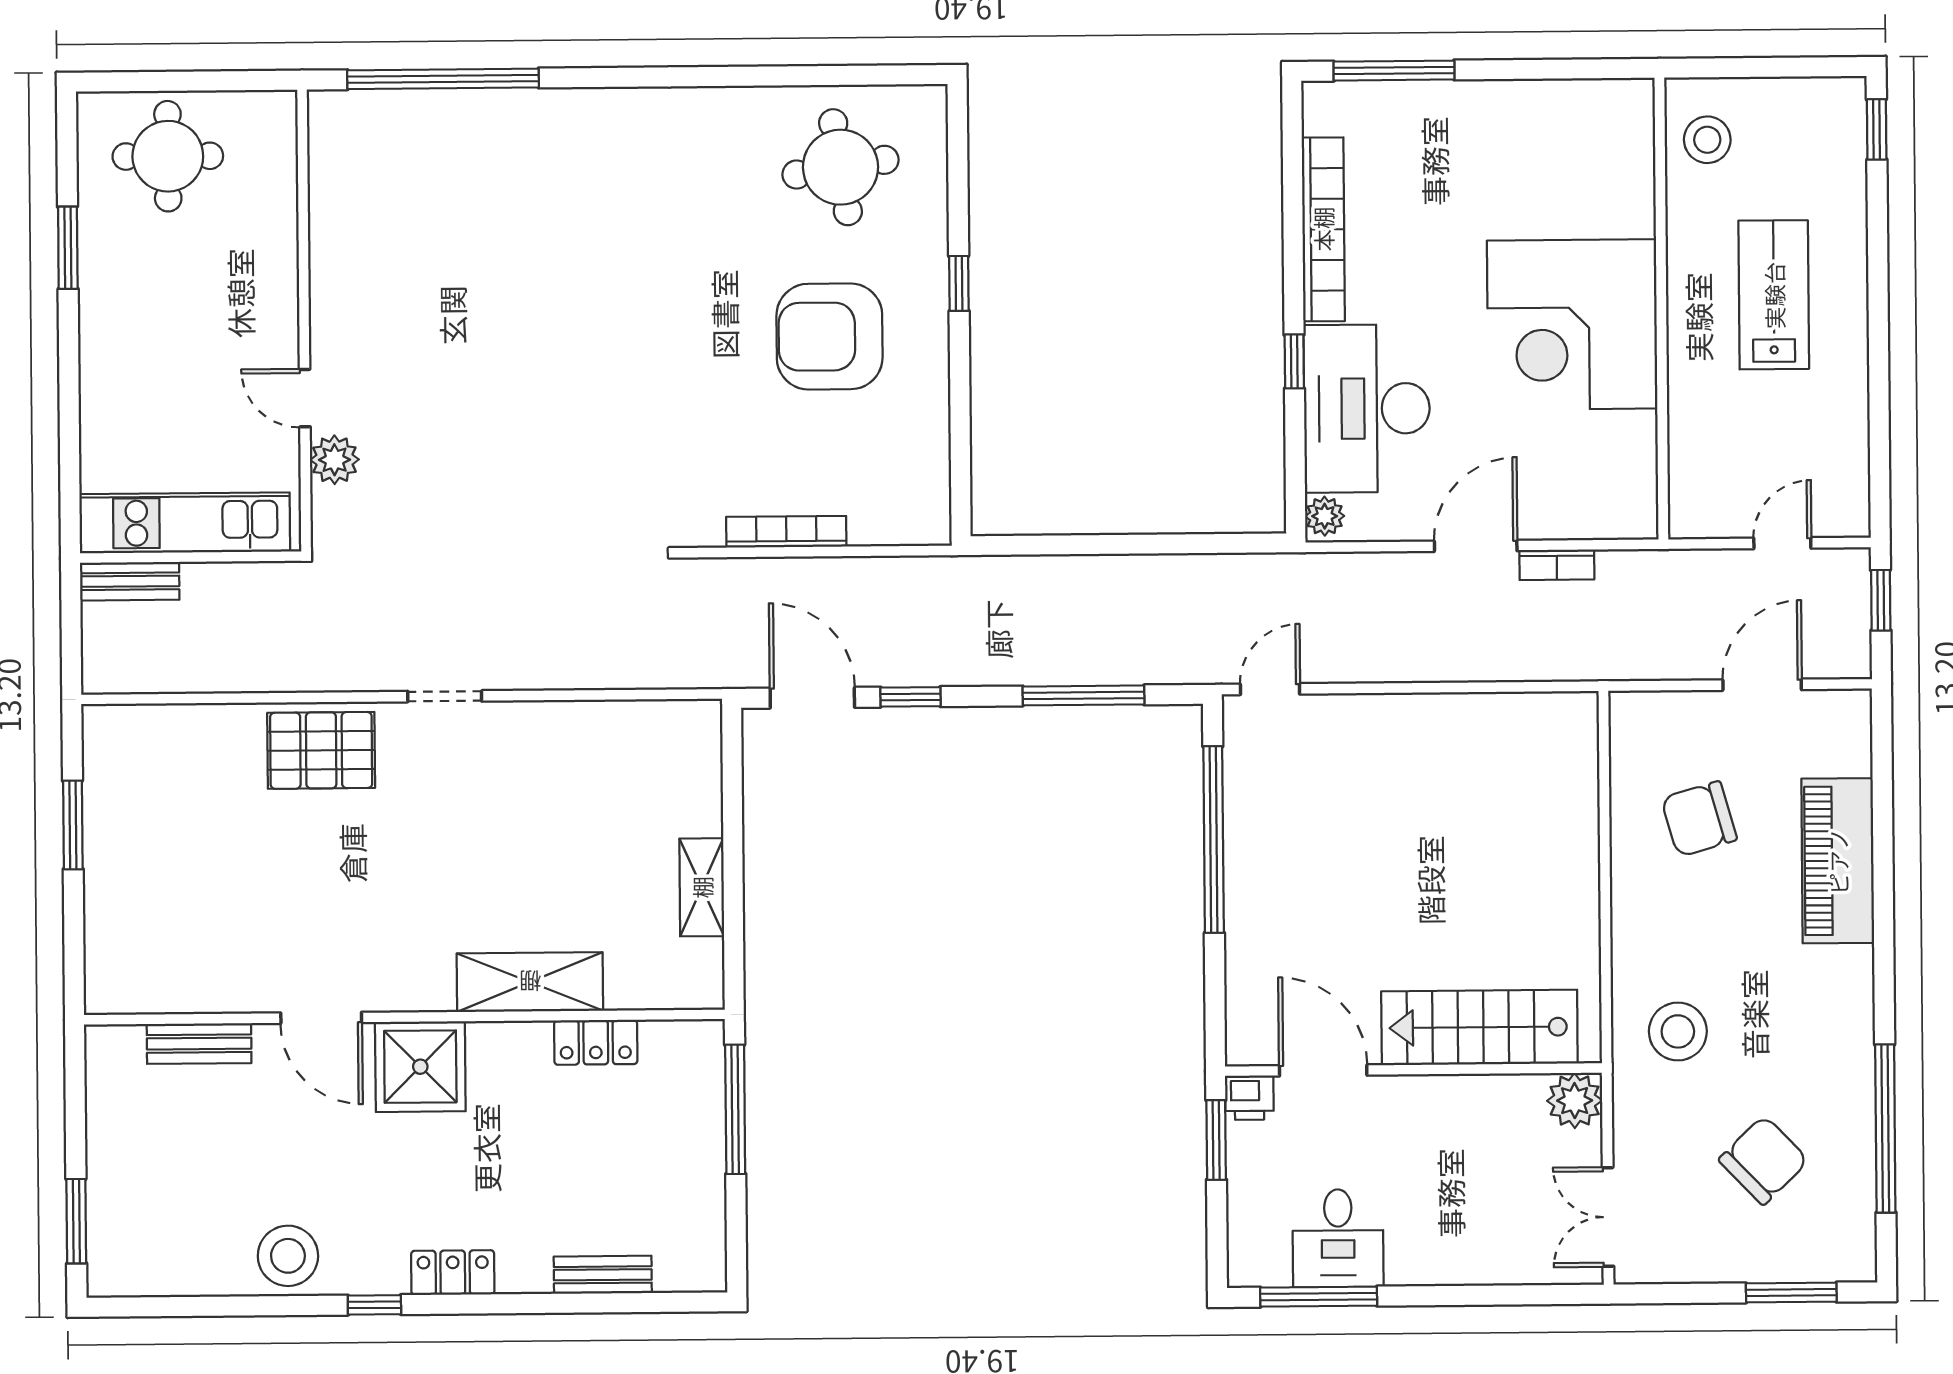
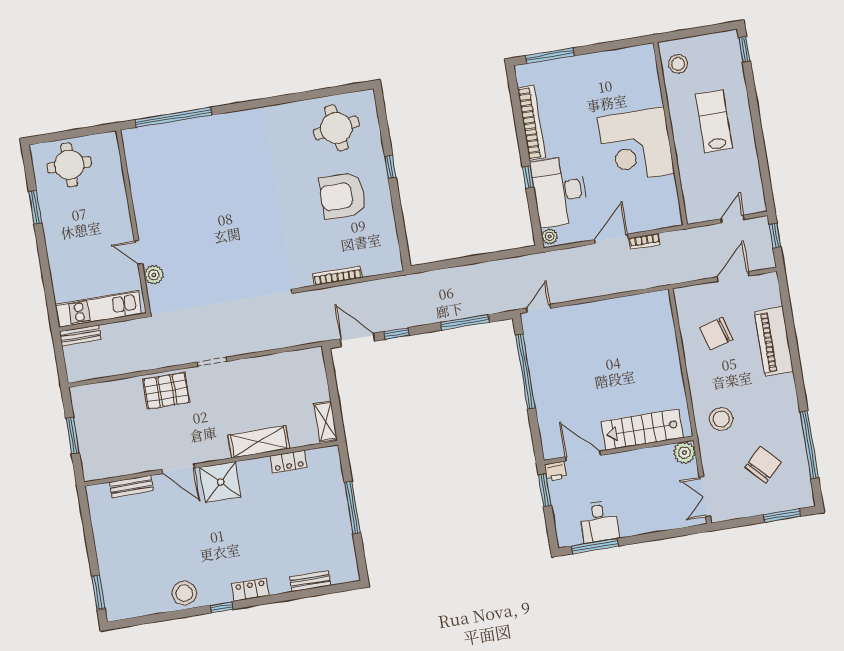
shelving: (530, 982) -> (259, 442), moved
wall: (404, 1017) -> (211, 463), moved
door: (321, 1018) -> (178, 469), moved
locker: (596, 1042) -> (288, 462), moved
bench: (199, 1044) -> (131, 486), moved
shower: (420, 1067) -> (220, 482), moved

